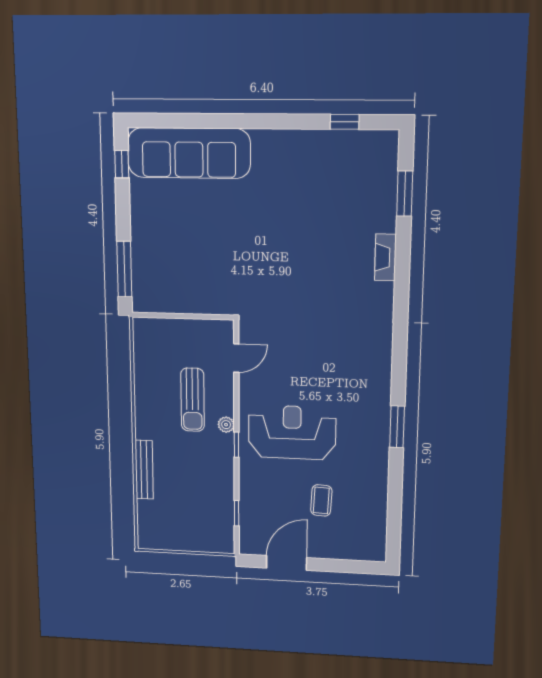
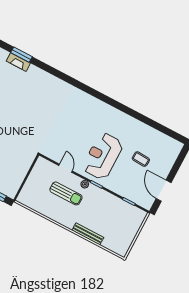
fireplace: (385, 257) -> (18, 62), moved
door: (236, 358) -> (66, 168), moved
window: (397, 427) -> (122, 108), removed

